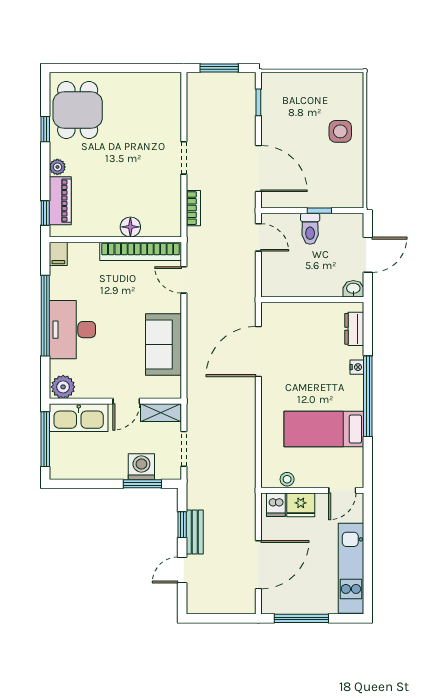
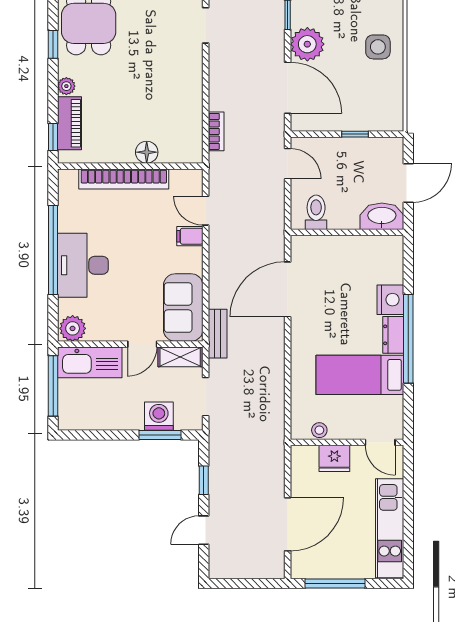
plant: (276, 129) -> (307, 44), added
doorway: (184, 158) -> (206, 25), moved
toilet: (310, 229) -> (316, 212), moved, turned 180
bookcase: (141, 251) -> (124, 179), moved
filing cabinet: (58, 254) -> (190, 236), moved, turned 90
washbasin: (353, 289) -> (382, 216), width x1.91, depth x1.45
dresser: (354, 329) -> (393, 335), moved
sofa: (164, 344) -> (183, 308), moved
nightstand: (357, 367) -> (390, 300), width x1.89, depth x1.79
door: (342, 490) -> (380, 442), hinge flipped
dishwasher: (276, 505) -> (307, 458), removed
bench: (195, 532) -> (218, 334), moved

